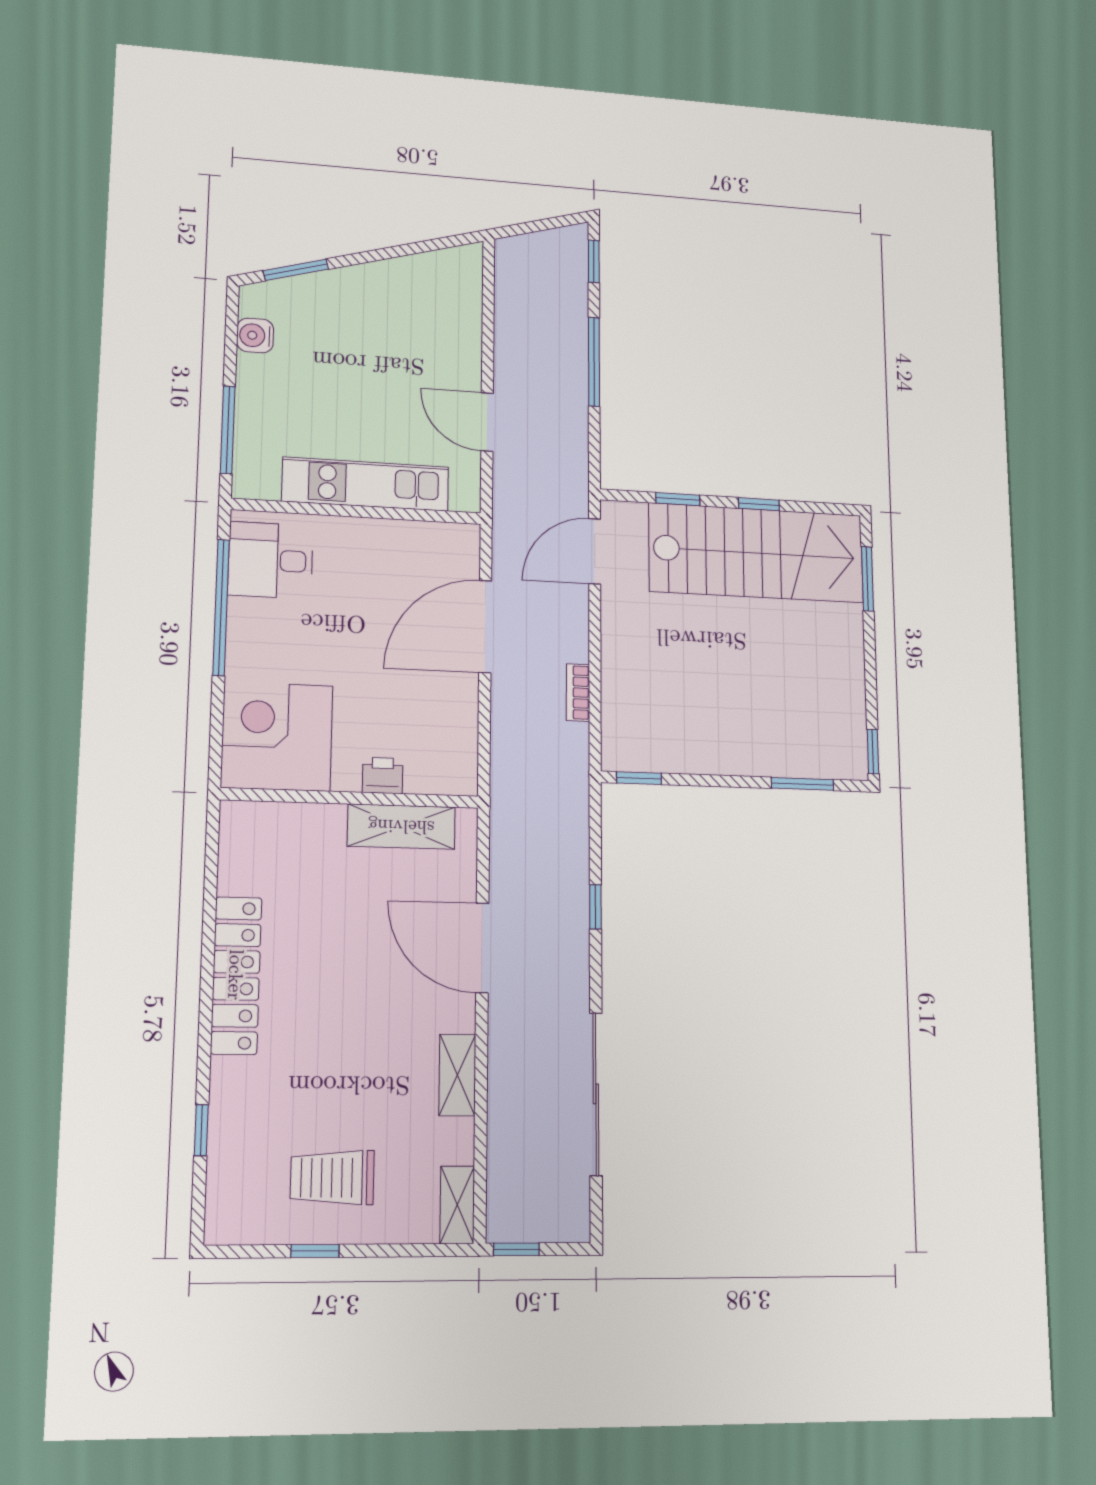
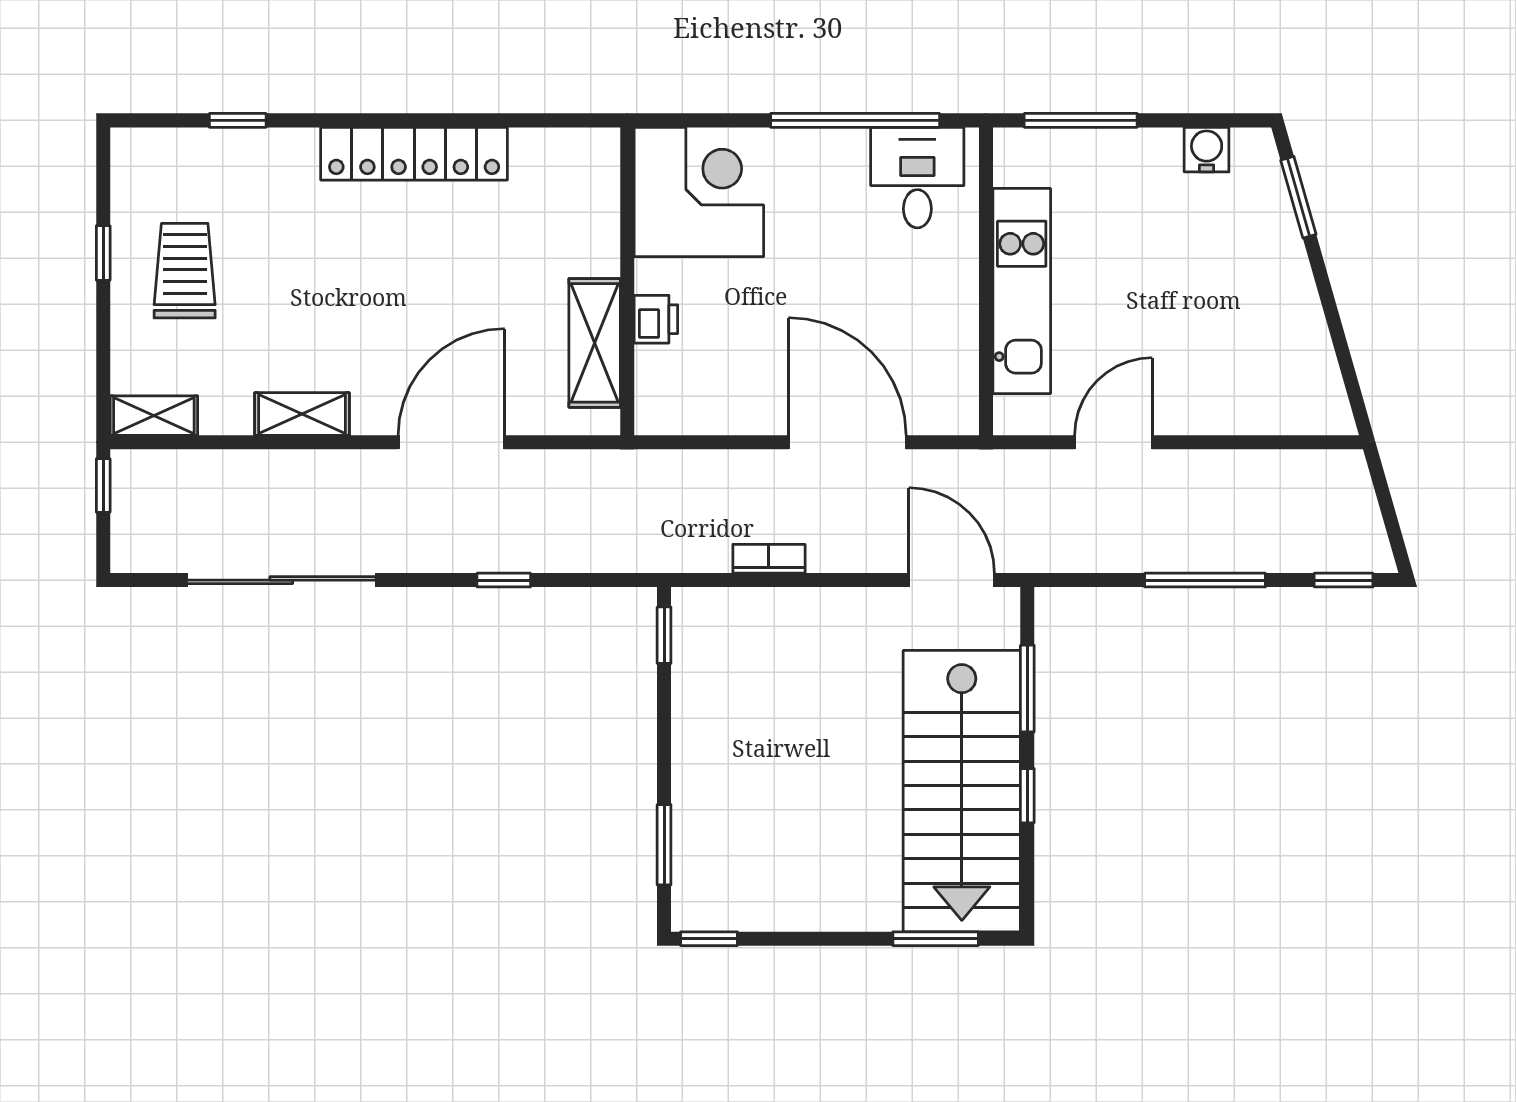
window: (678, 499) -> (1027, 689), width x1.50

